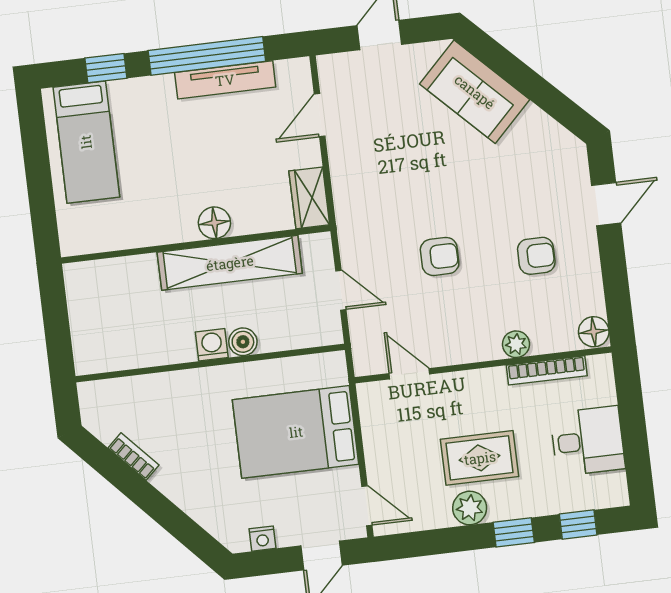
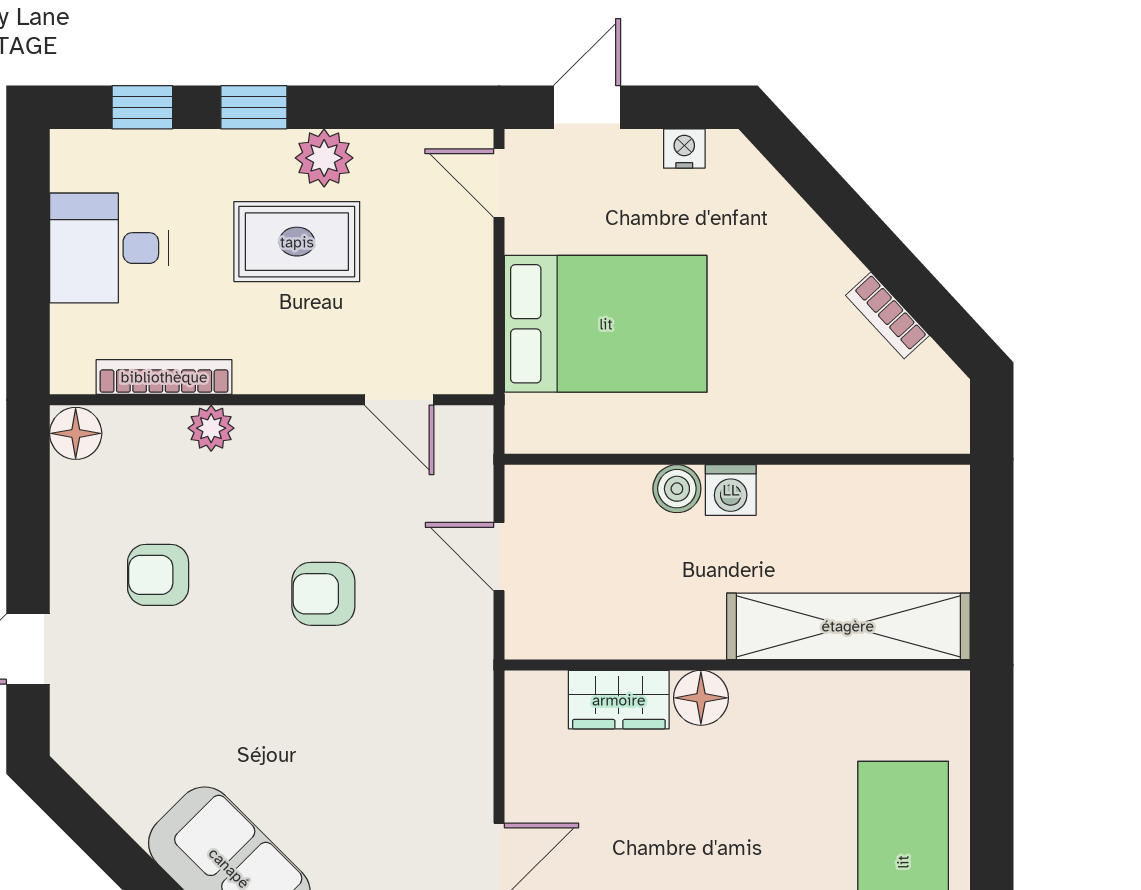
wardrobe: (309, 198) -> (619, 700), moved, turned 90
shelving: (230, 263) -> (848, 626), moved

